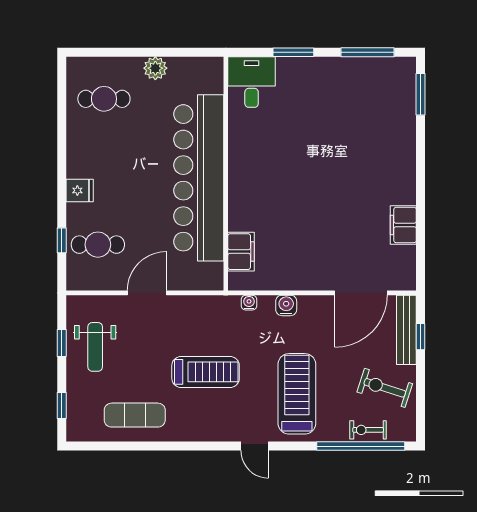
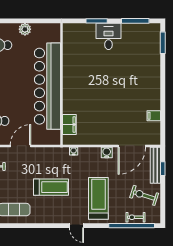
desk: (252, 82) -> (108, 36), moved
filing cabinet: (403, 225) -> (154, 116), width x0.50
water cooler: (286, 305) -> (107, 153), moved

